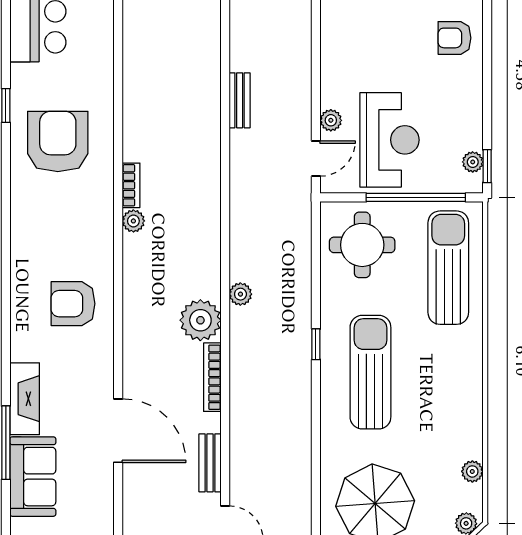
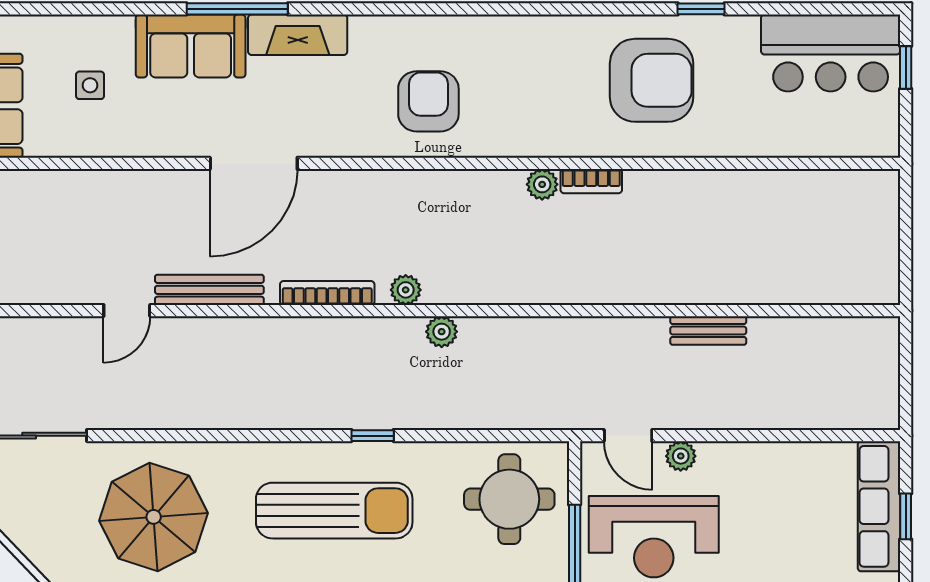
plant: (200, 320) -> (406, 290), width x0.53, depth x0.53
bench: (210, 463) -> (209, 290), width x1.36

